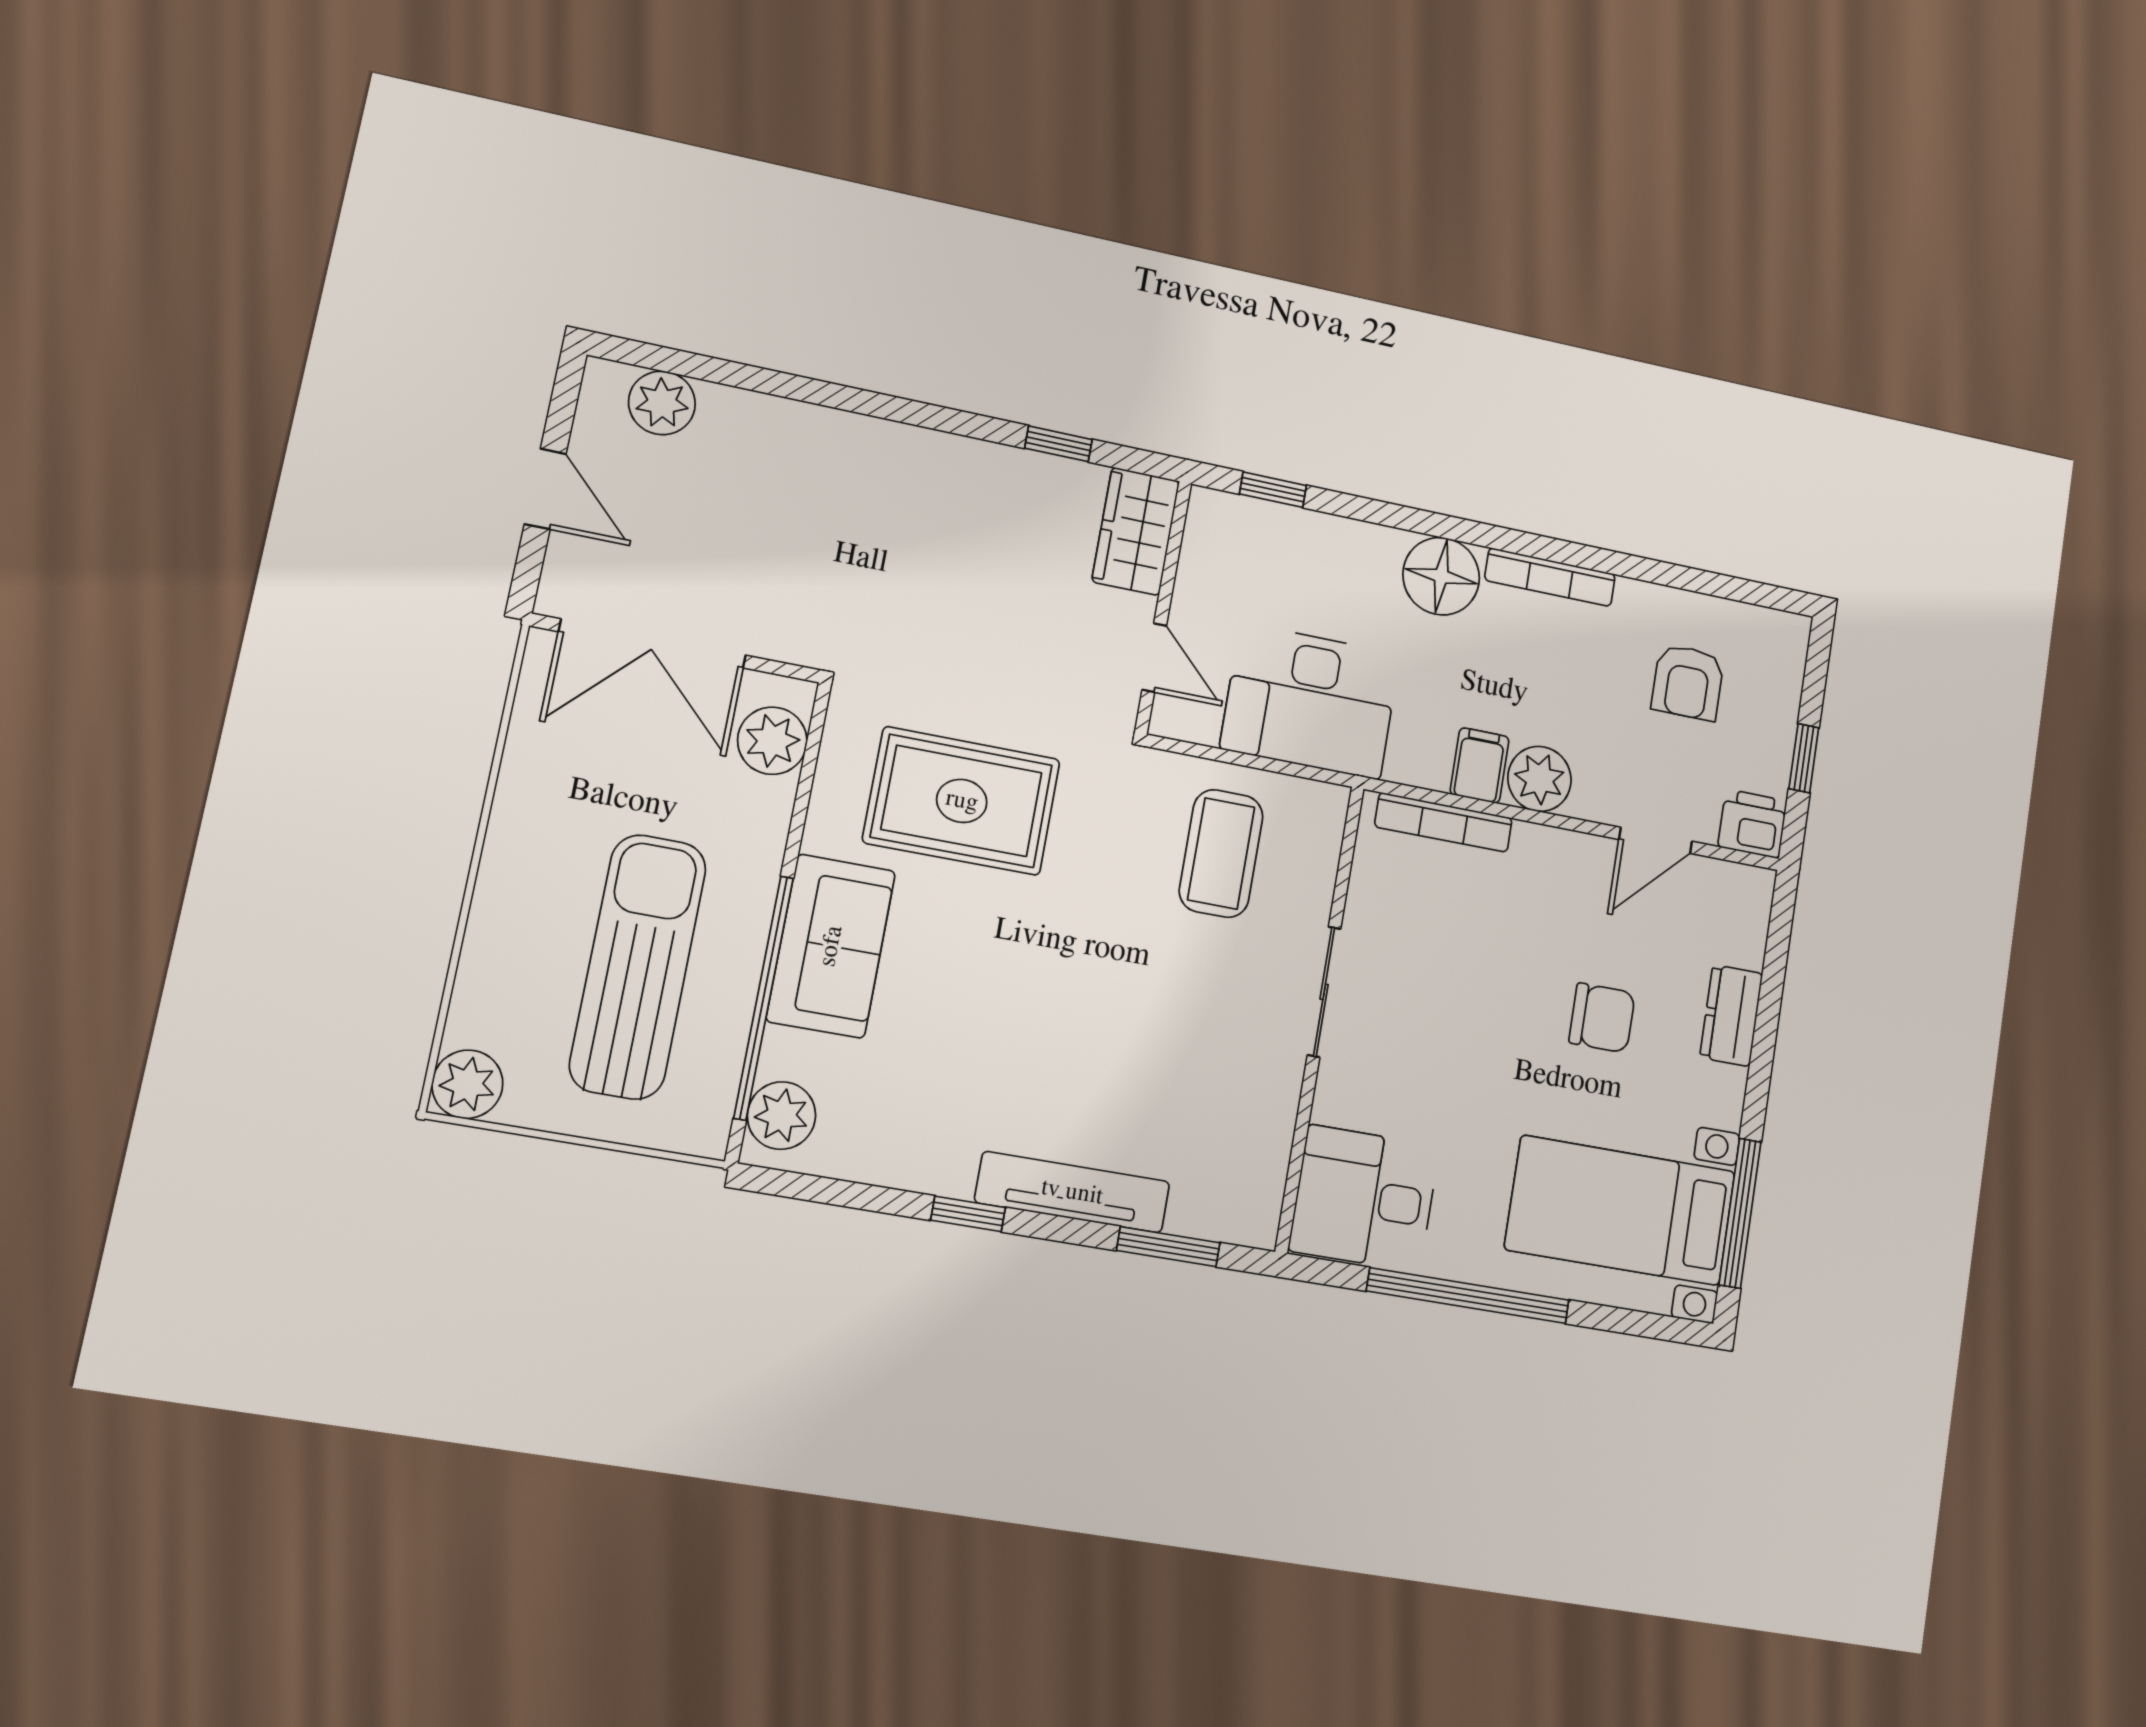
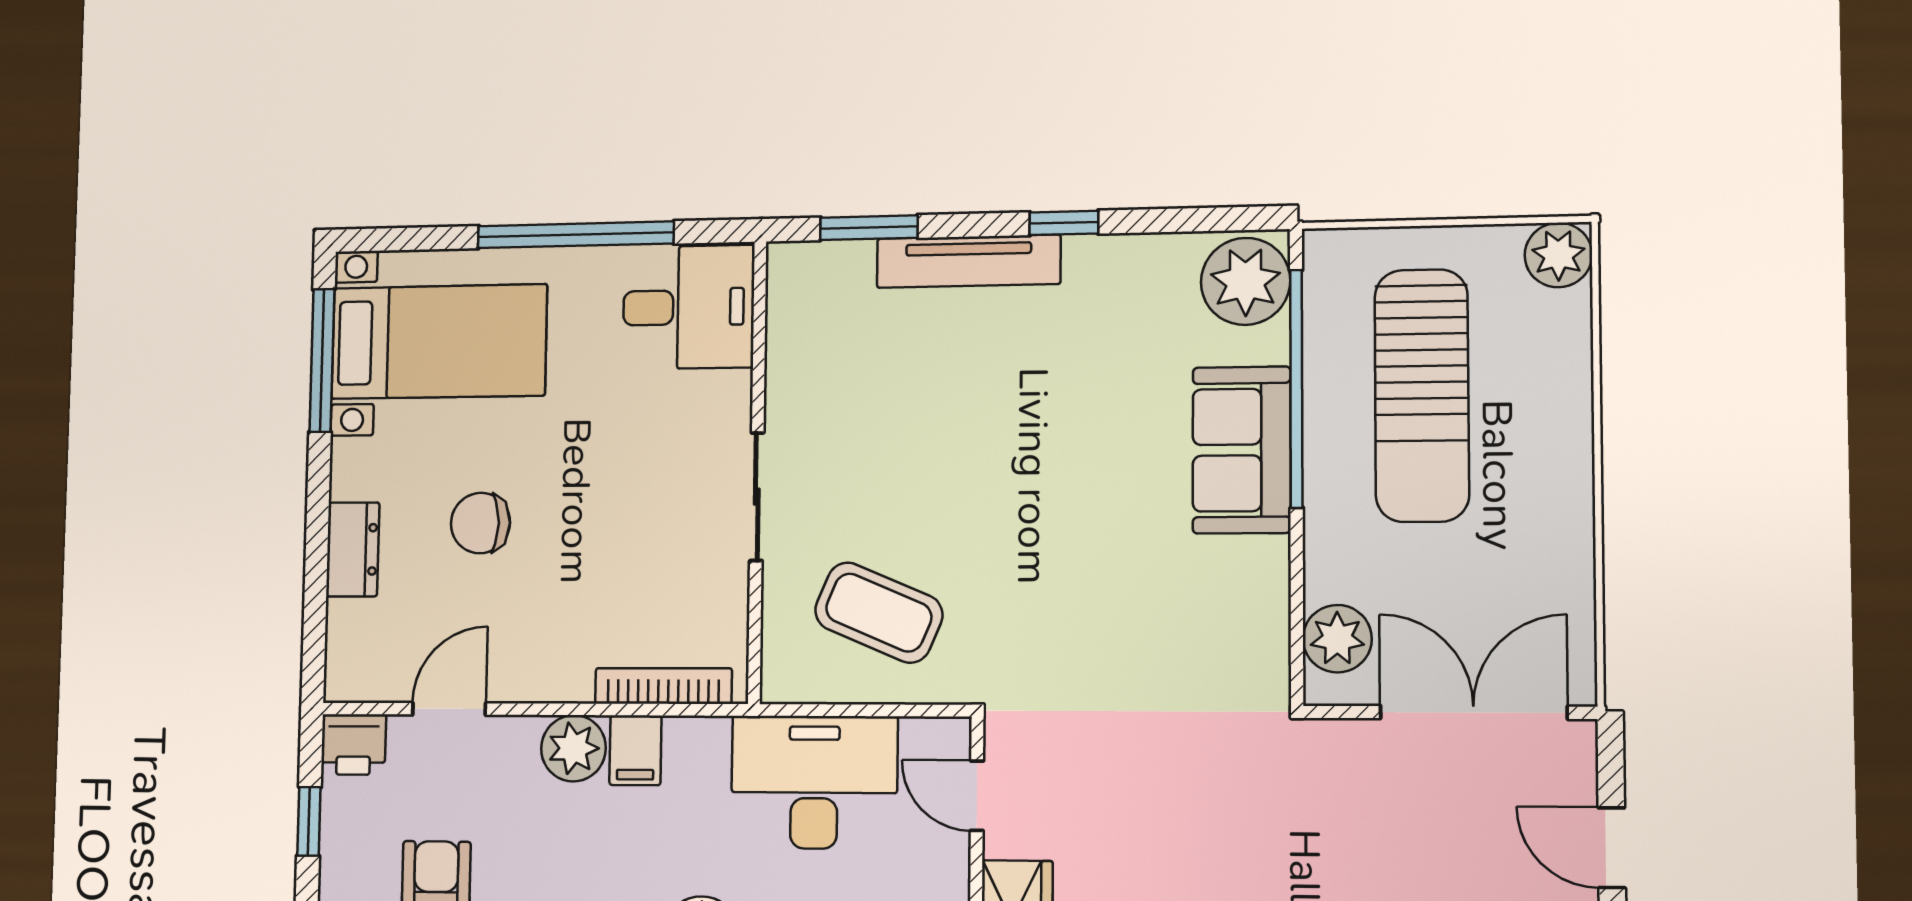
rug: (962, 801) -> (1142, 615), removed
coffee table: (1221, 853) -> (879, 613), turned -67
plant: (781, 1116) -> (1245, 281), width x1.36, depth x1.36

